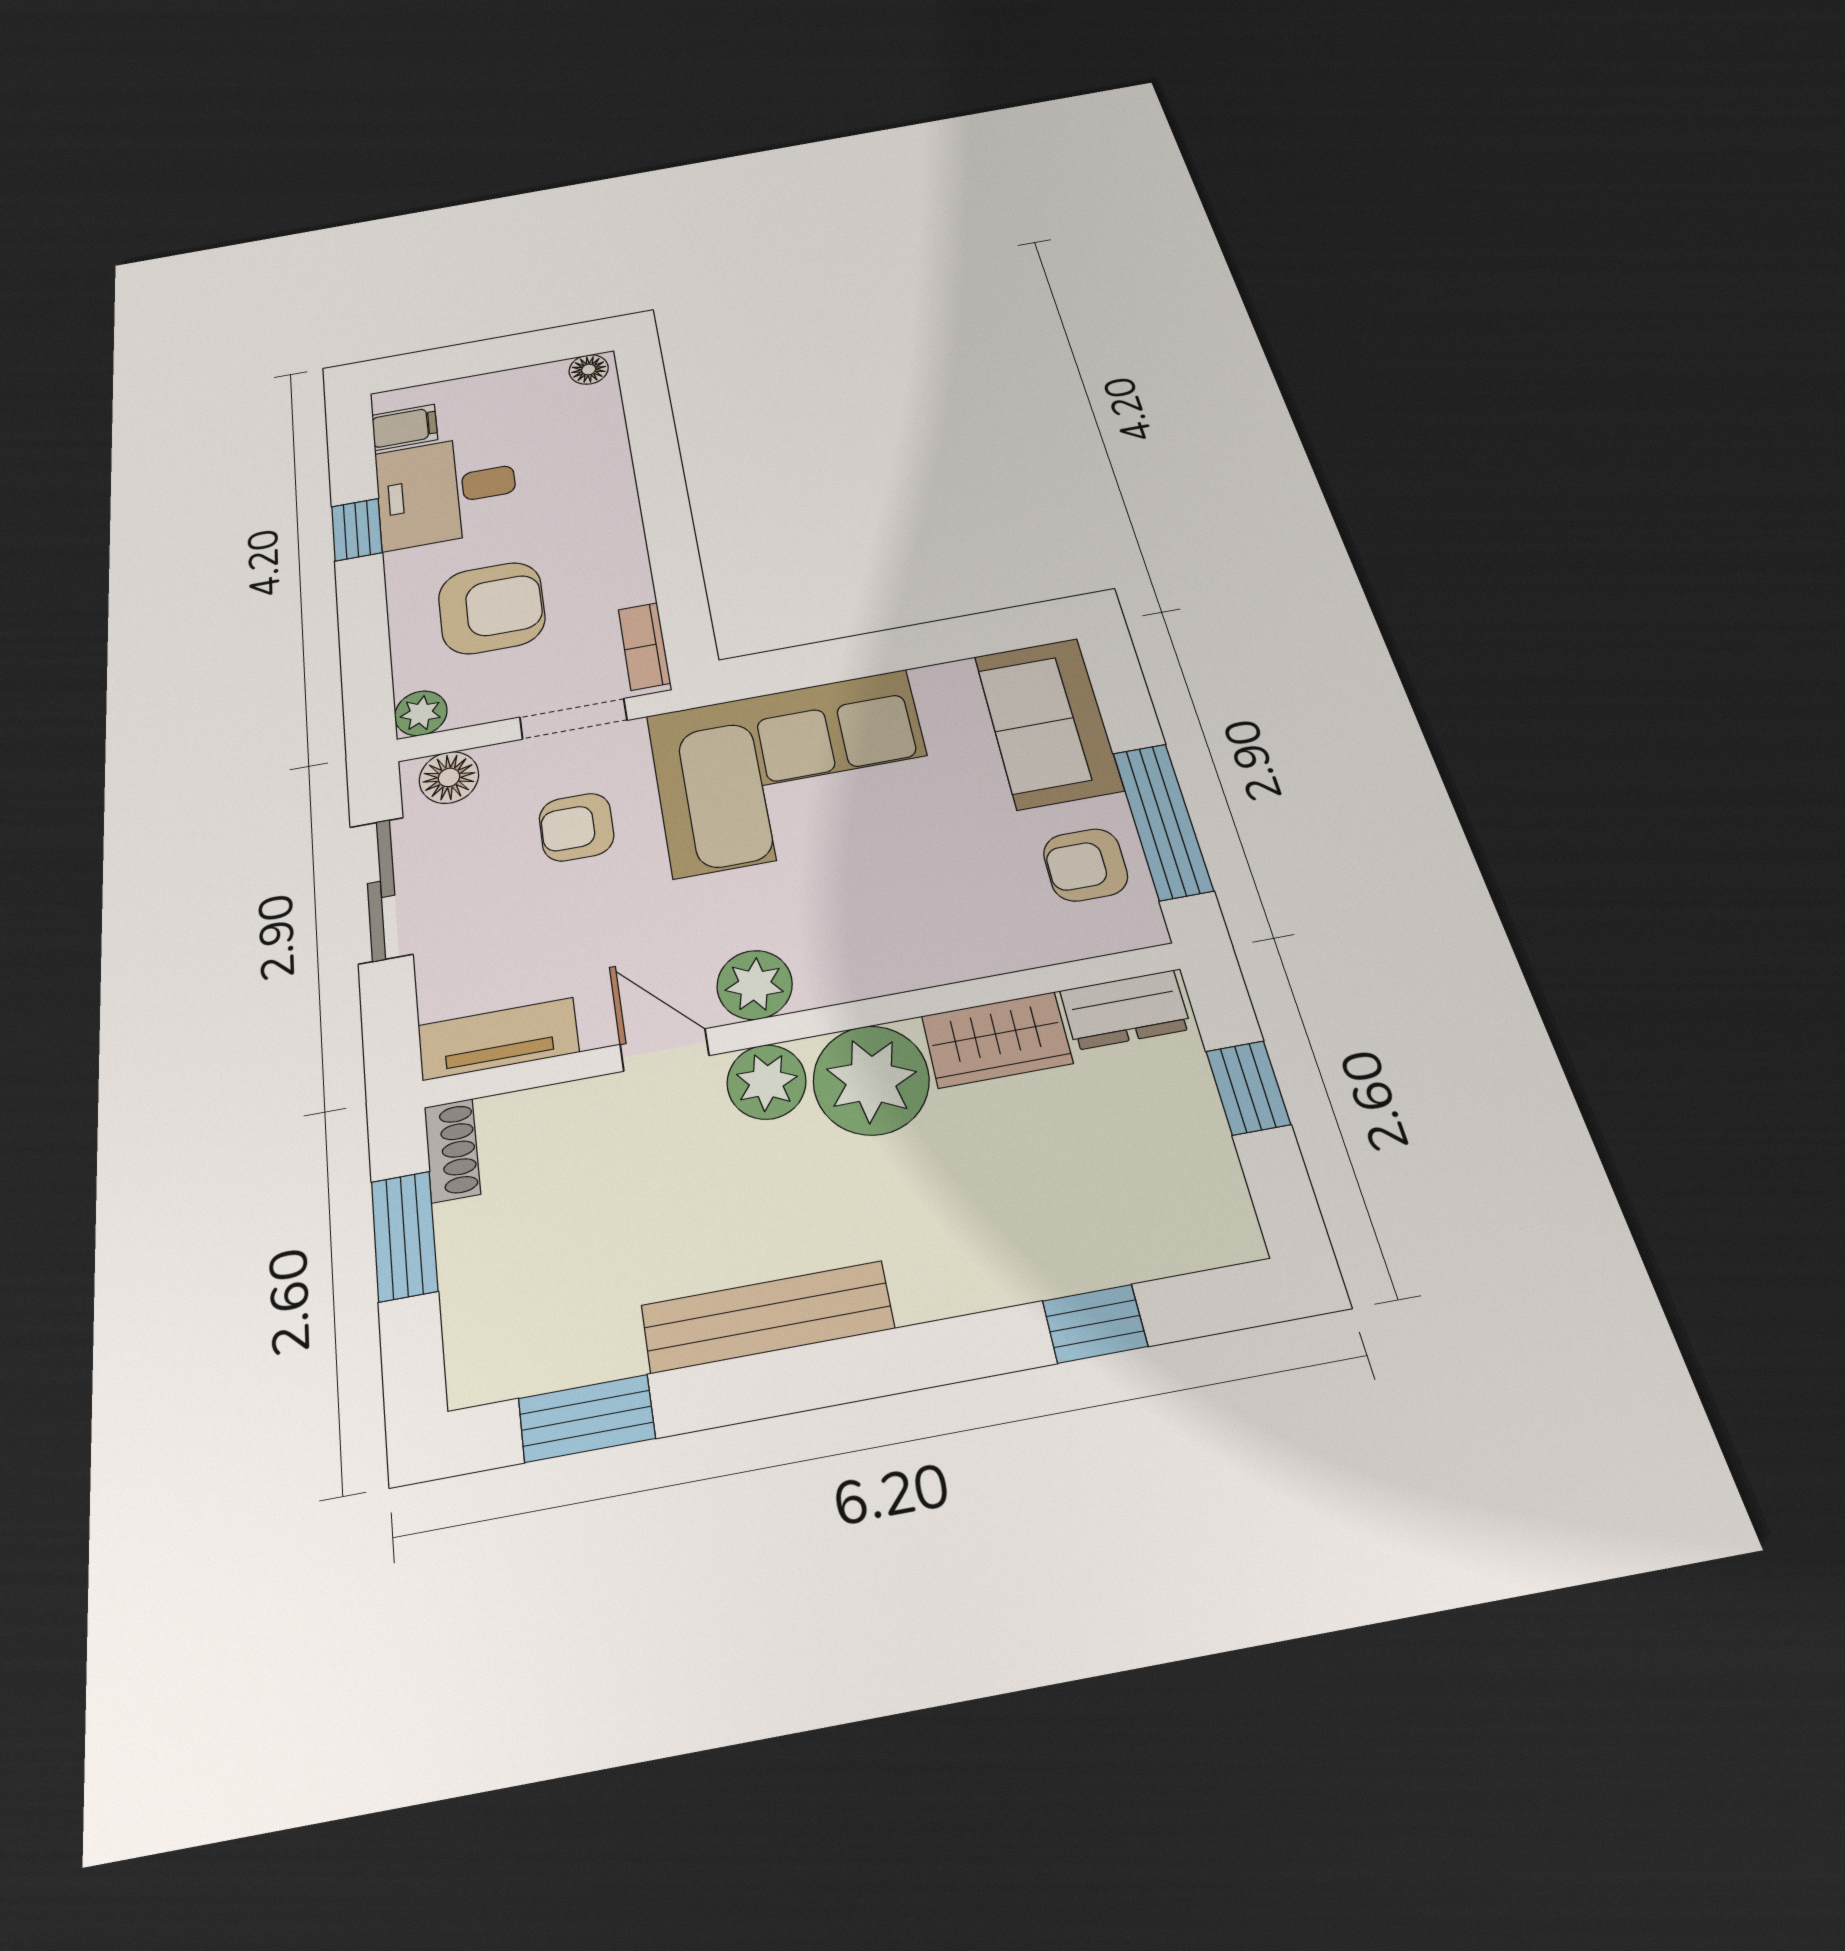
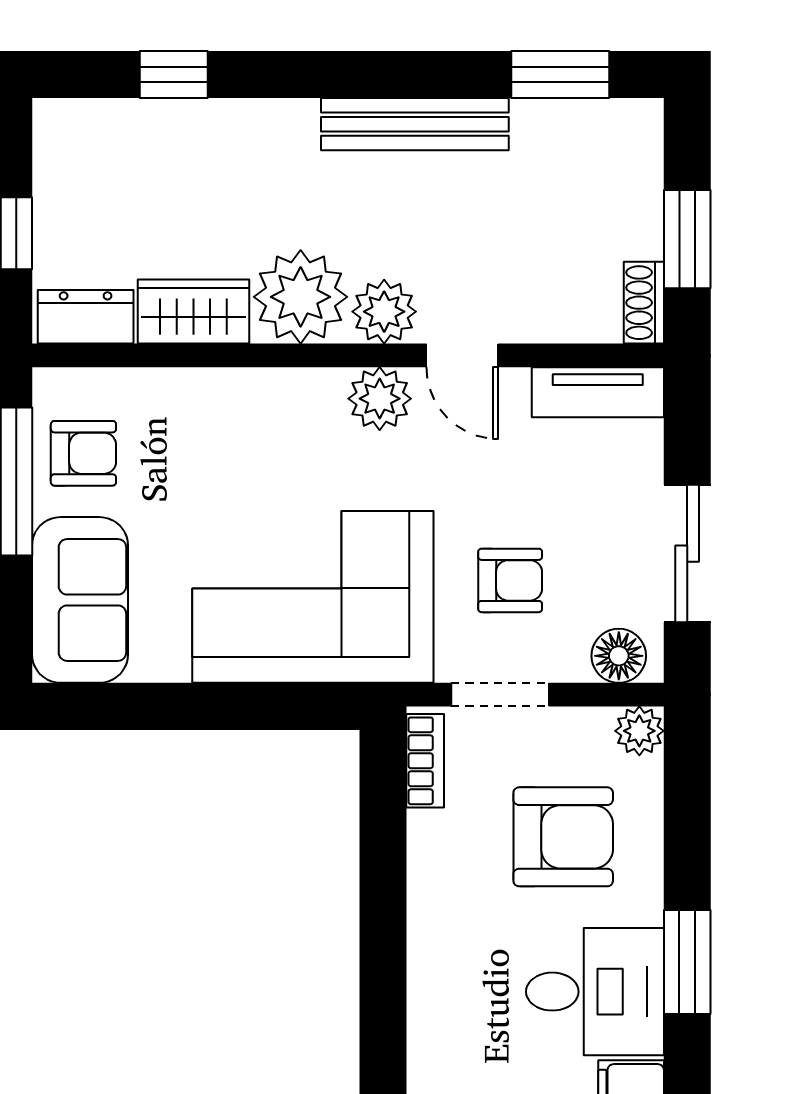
window: (357, 530) -> (687, 962), width x1.50
armchair: (492, 608) -> (563, 837), turned 180

